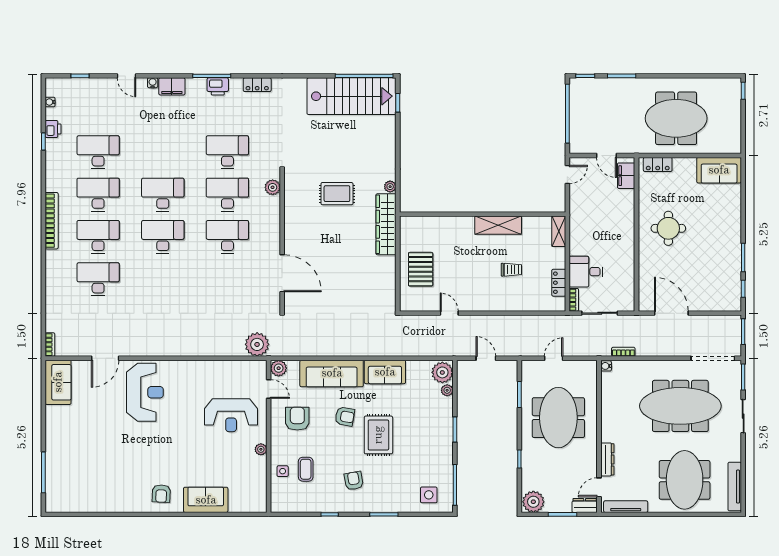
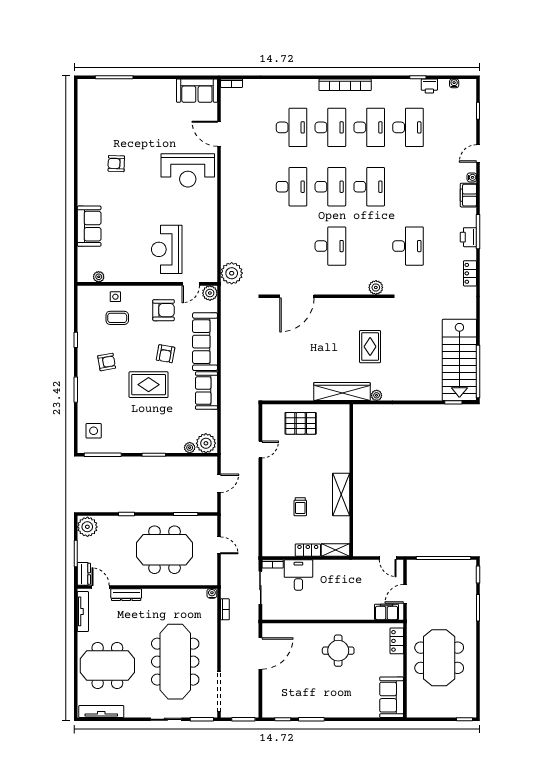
desk: (227, 195) -> (292, 187), moved
locker: (559, 283) -> (308, 550), moved
plant: (261, 449) -> (99, 277), moved
armchair: (161, 494) -> (116, 164), moved

